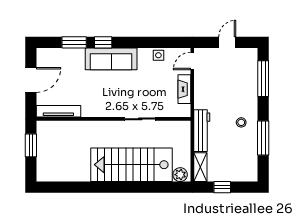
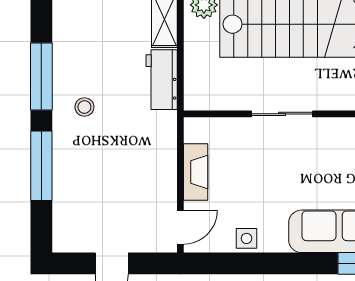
window: (263, 79) -> (41, 166), moved
workbench: (202, 131) -> (162, 80), width x0.73

